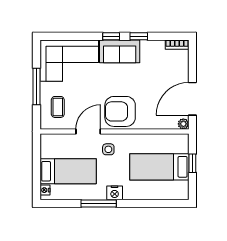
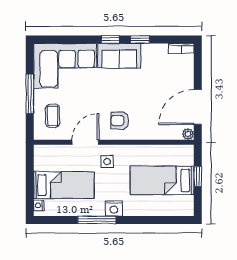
armchair: (120, 111) -> (120, 121), width x0.53, depth x0.53

